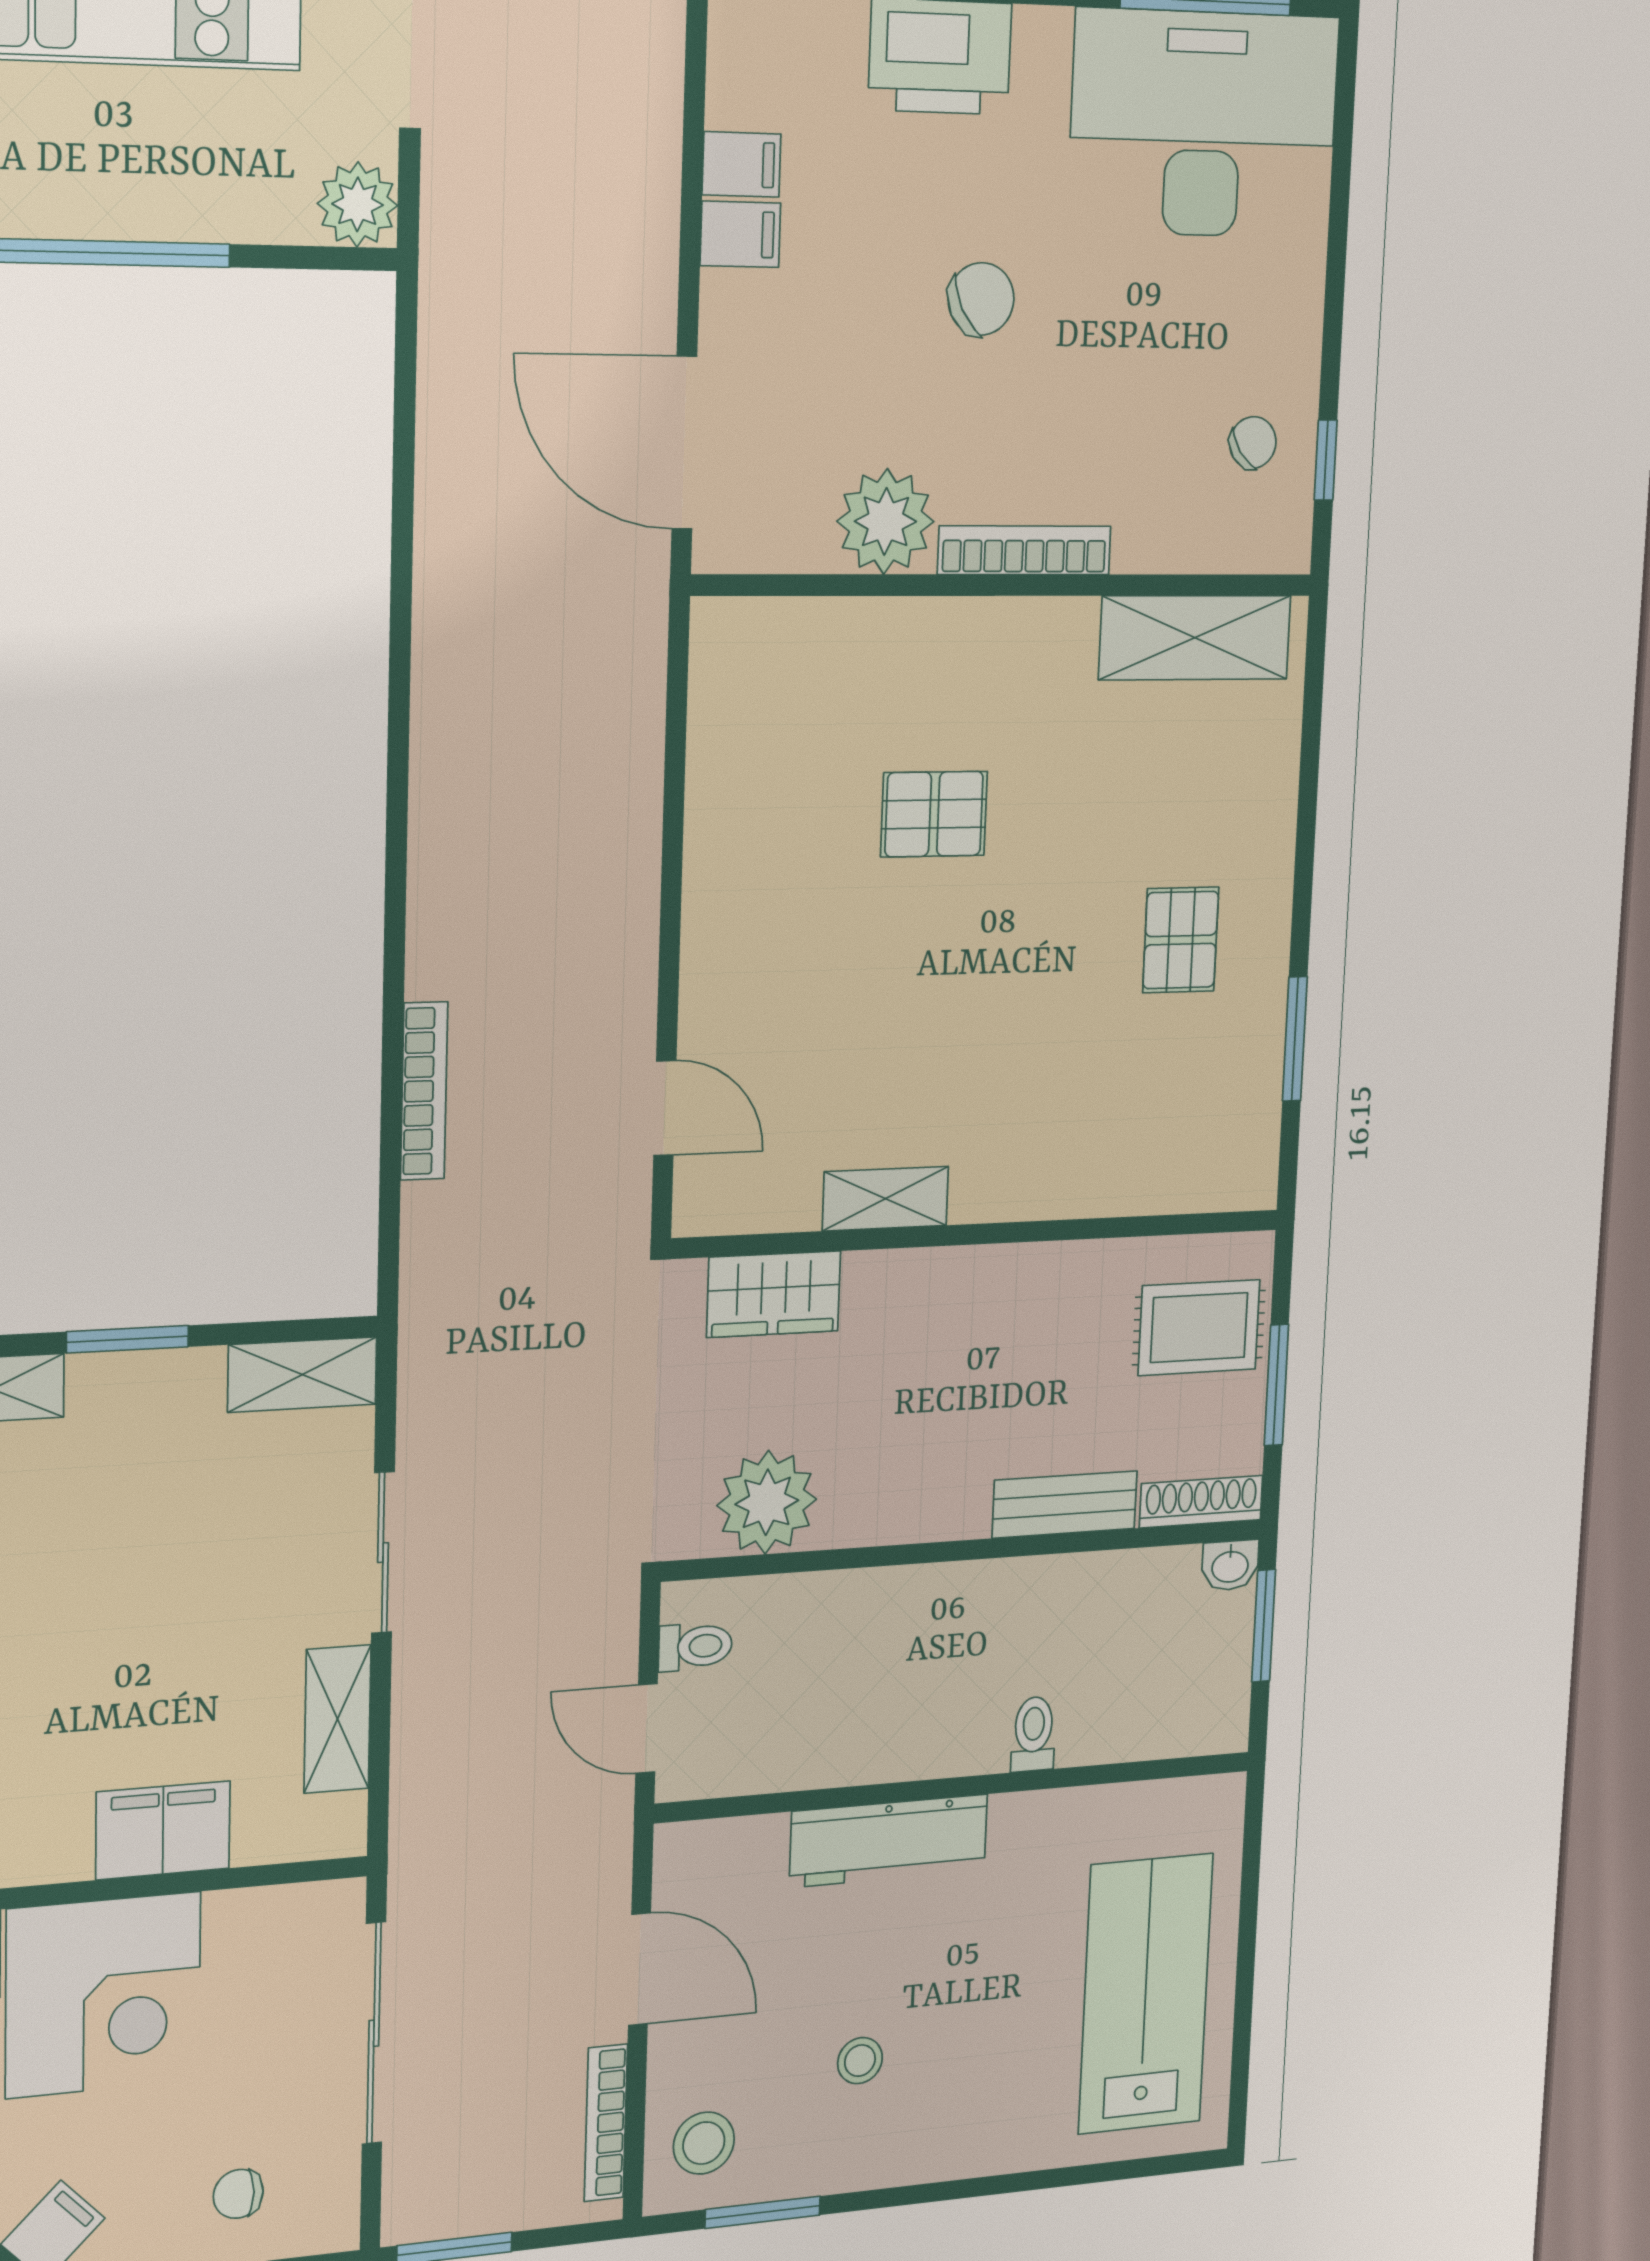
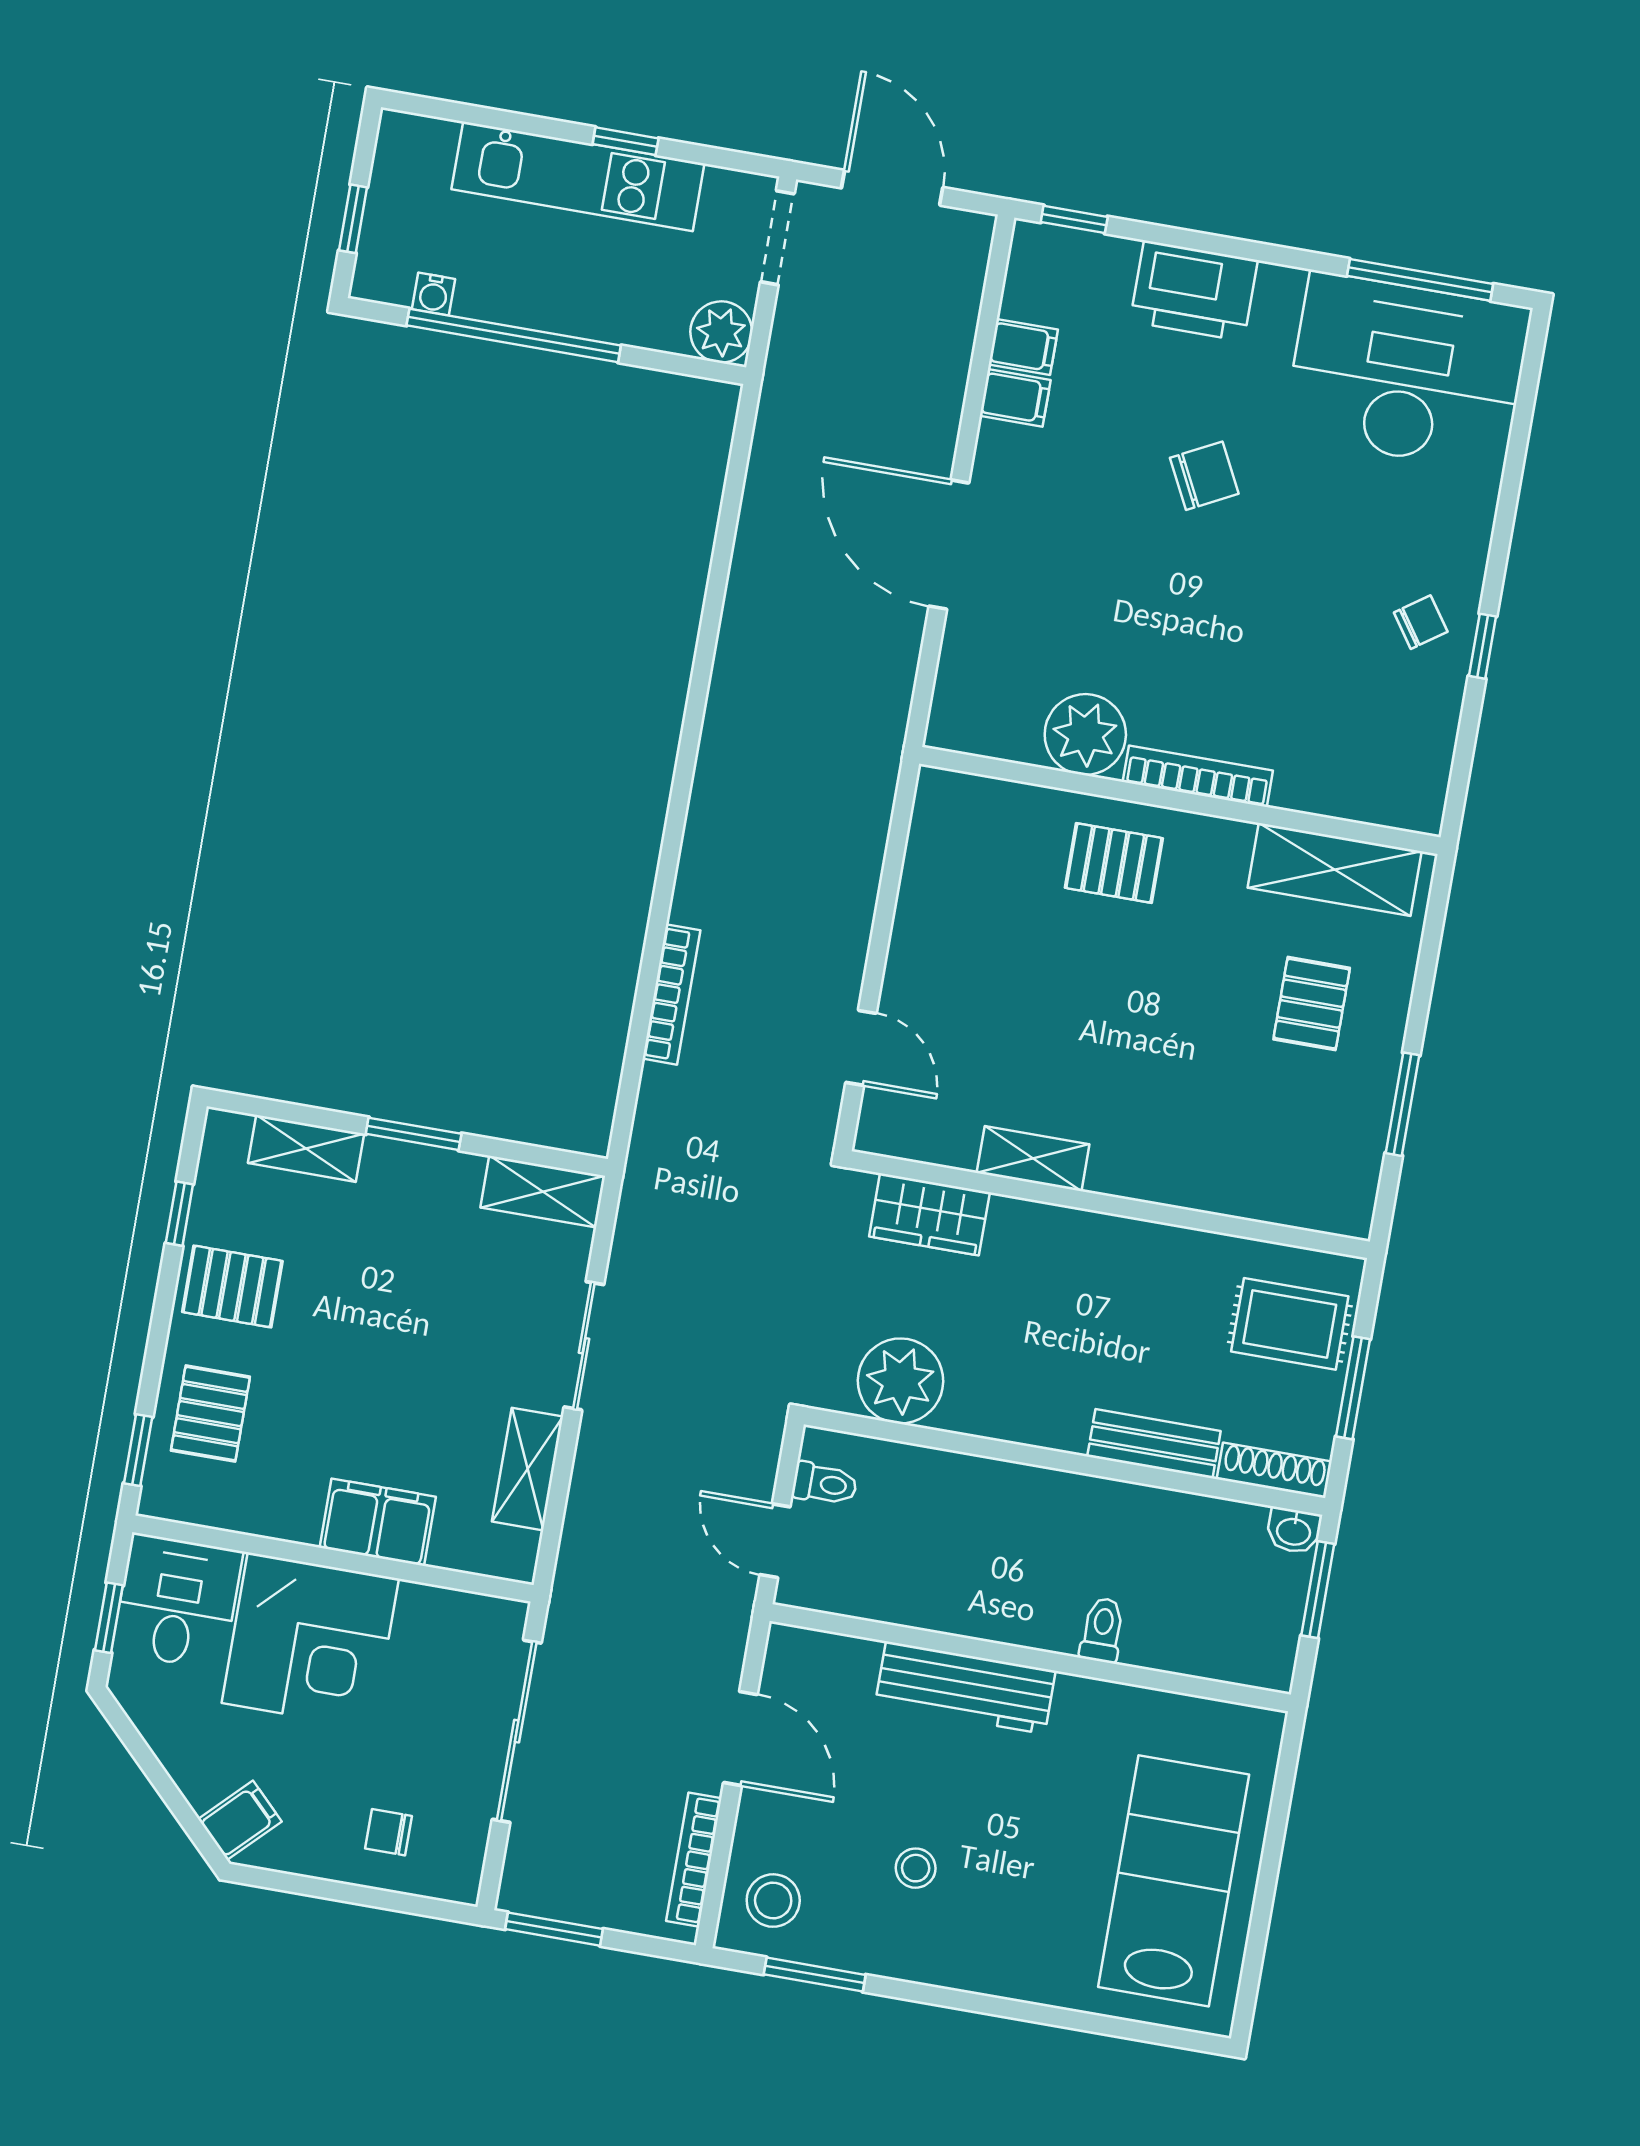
plant: (885, 521) -> (1085, 734), moved
bookcase: (1024, 550) -> (1198, 776), moved
wall: (1007, 585) -> (1180, 801), moved
shelving: (1195, 638) -> (1335, 870), moved

